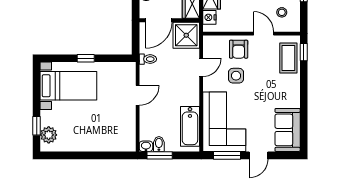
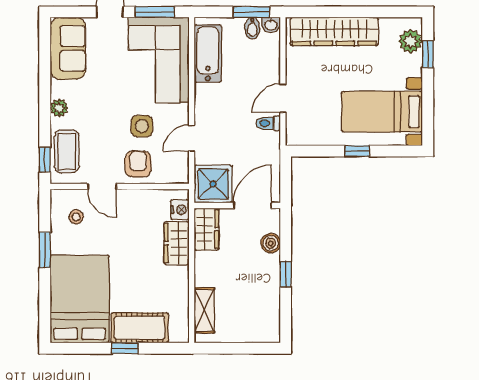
toilet: (148, 59) -> (268, 123), moved
plant: (294, 88) -> (59, 108), added
wardrobe: (102, 142) -> (334, 31), added

